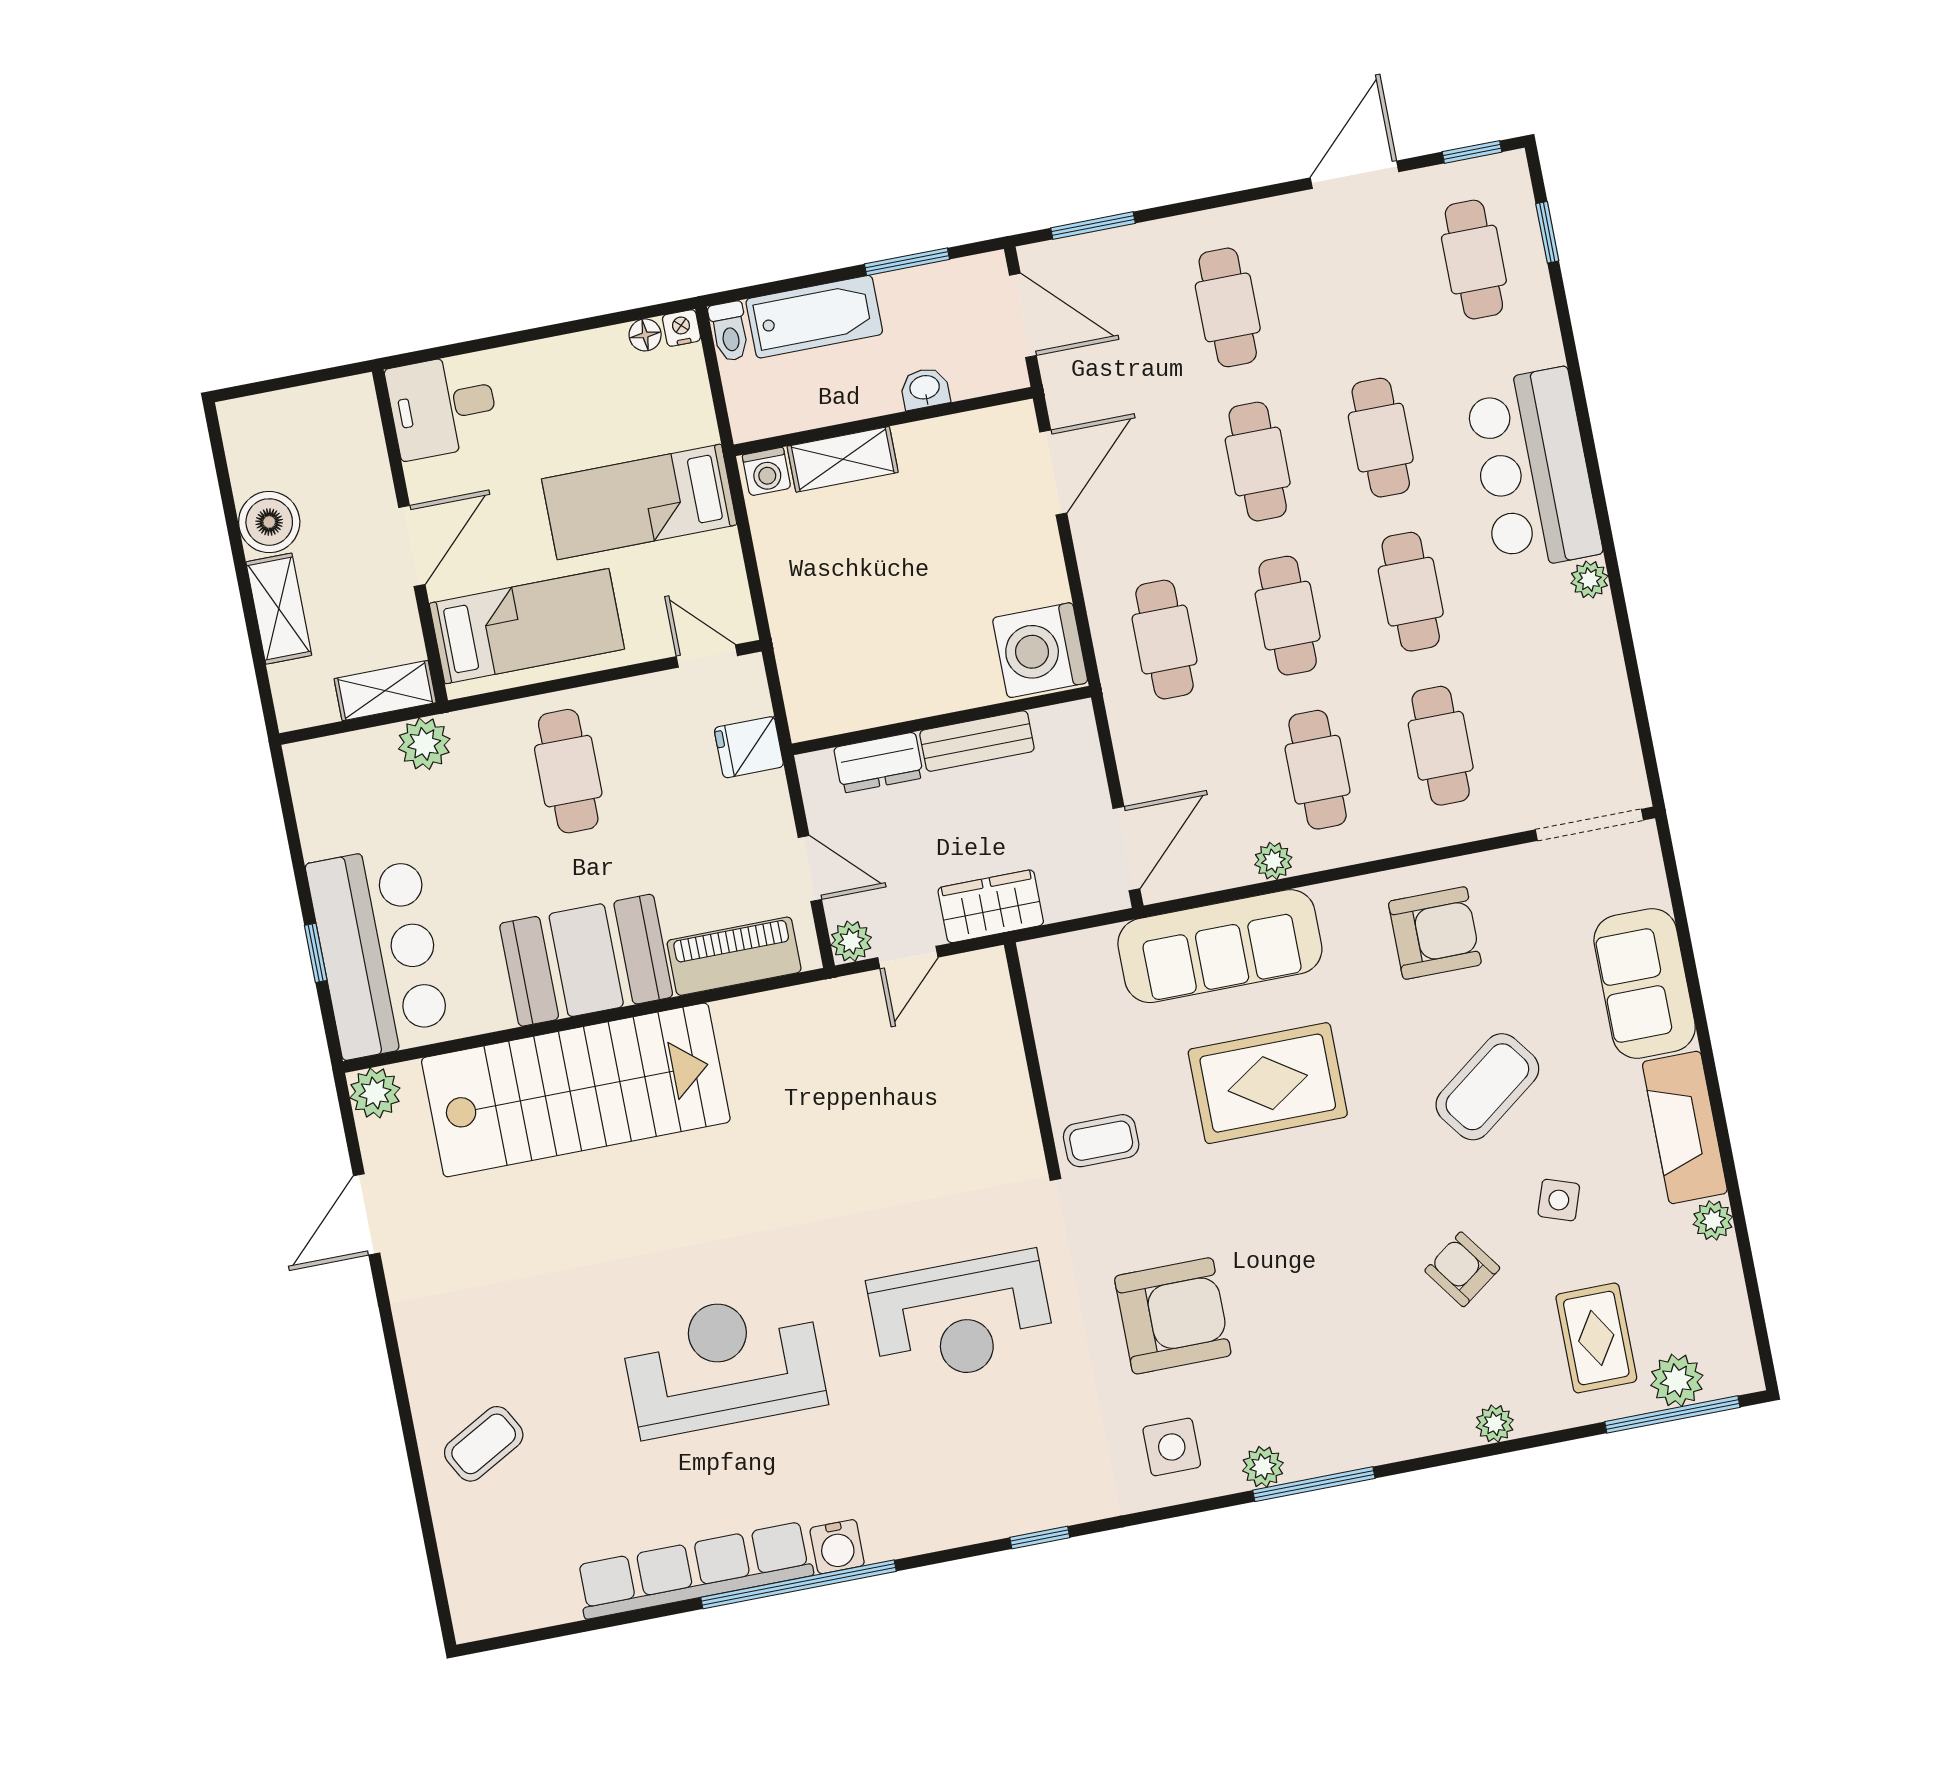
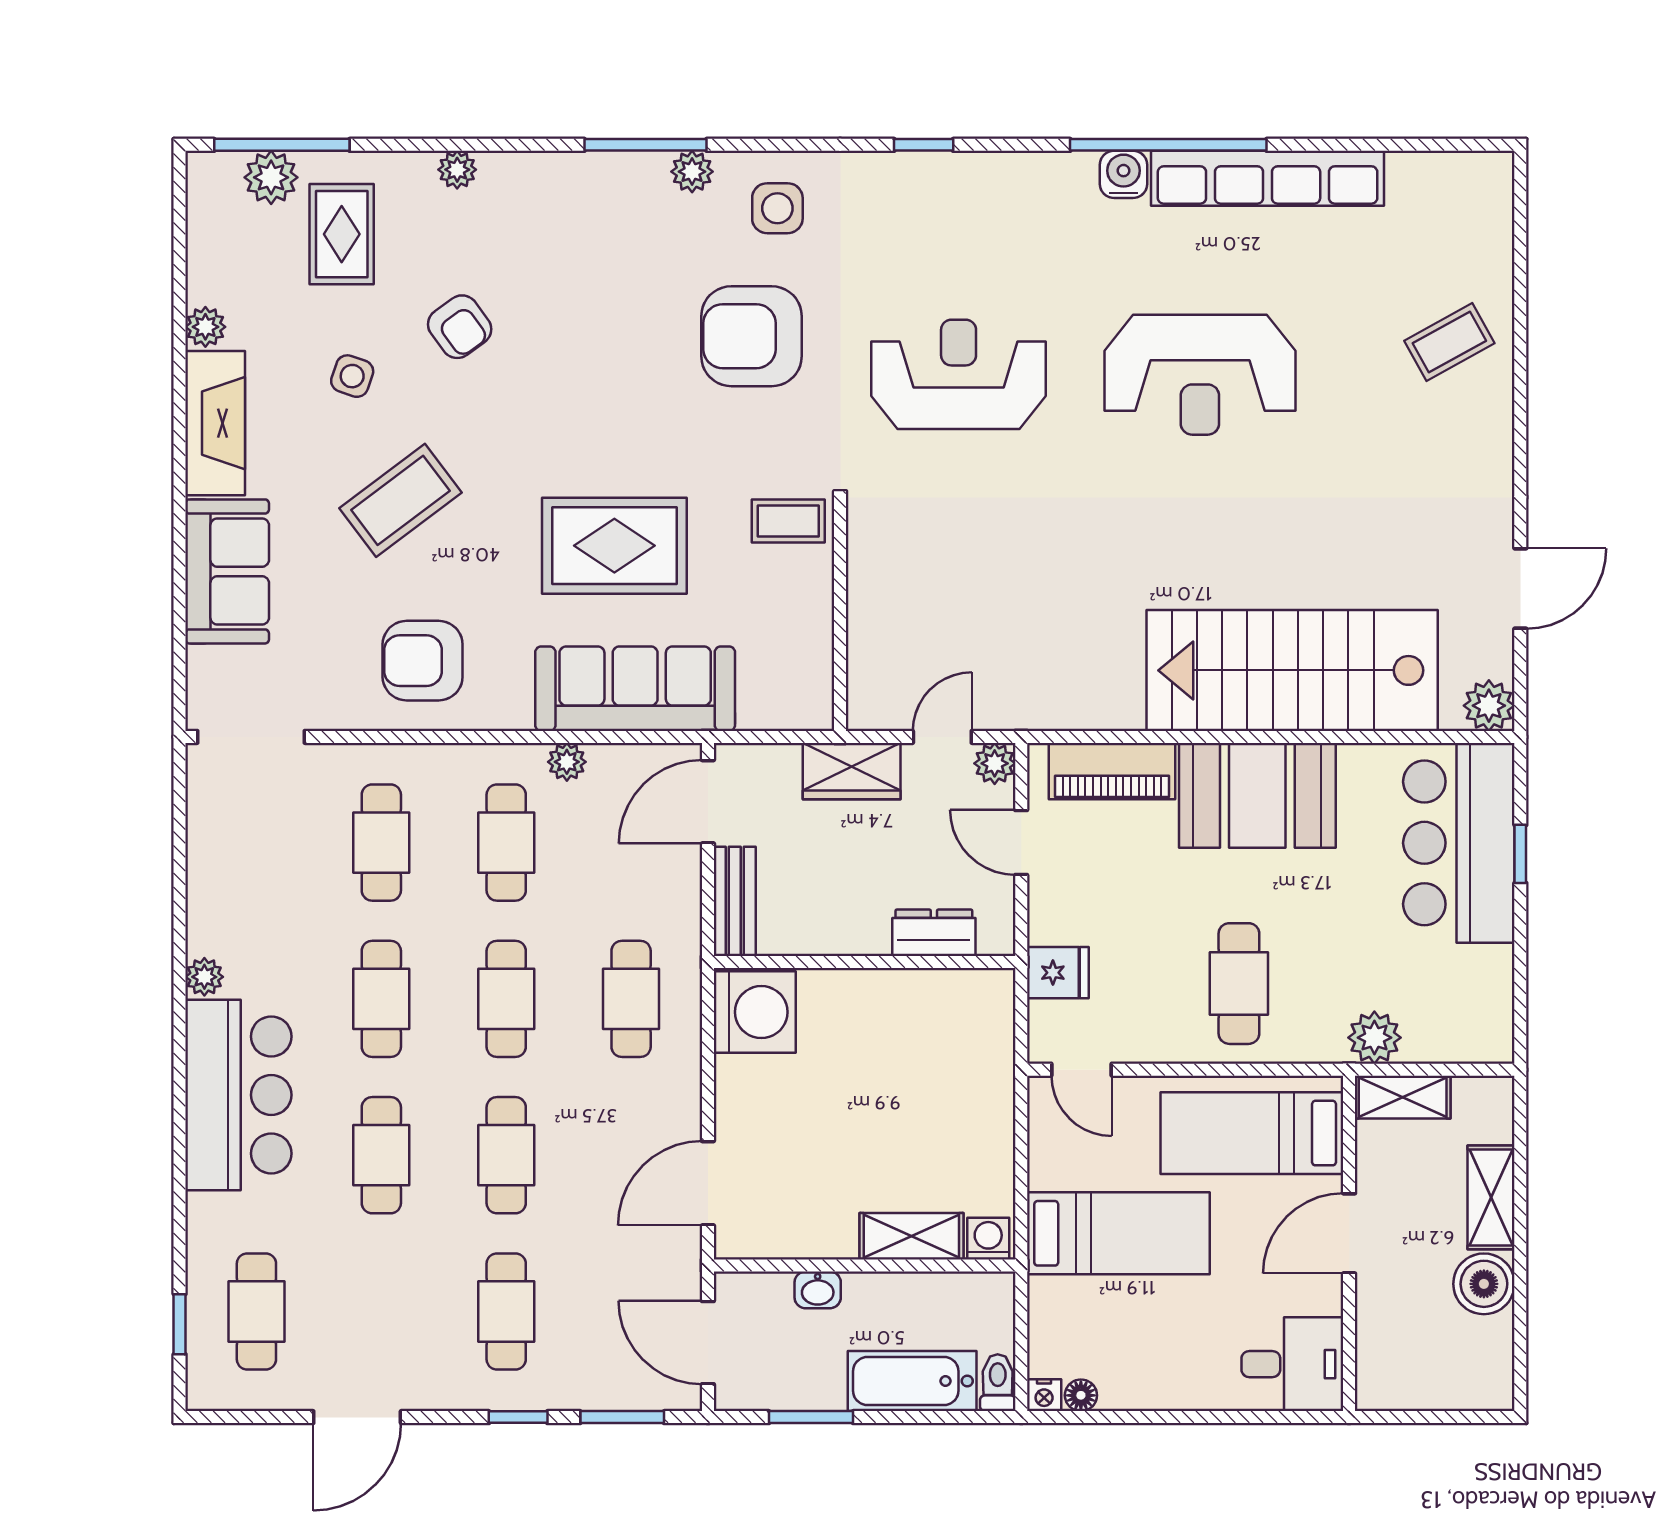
window: (1472, 152) -> (518, 1417), moved
bench: (977, 741) -> (735, 901), moved, turned 90

